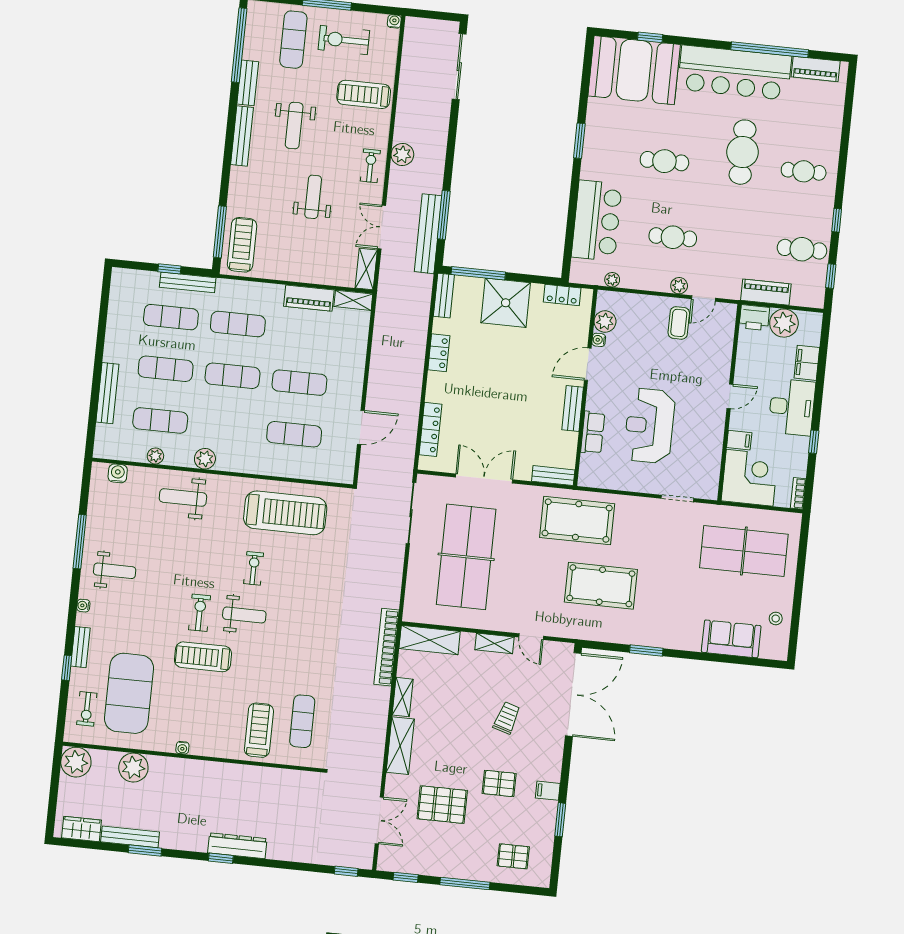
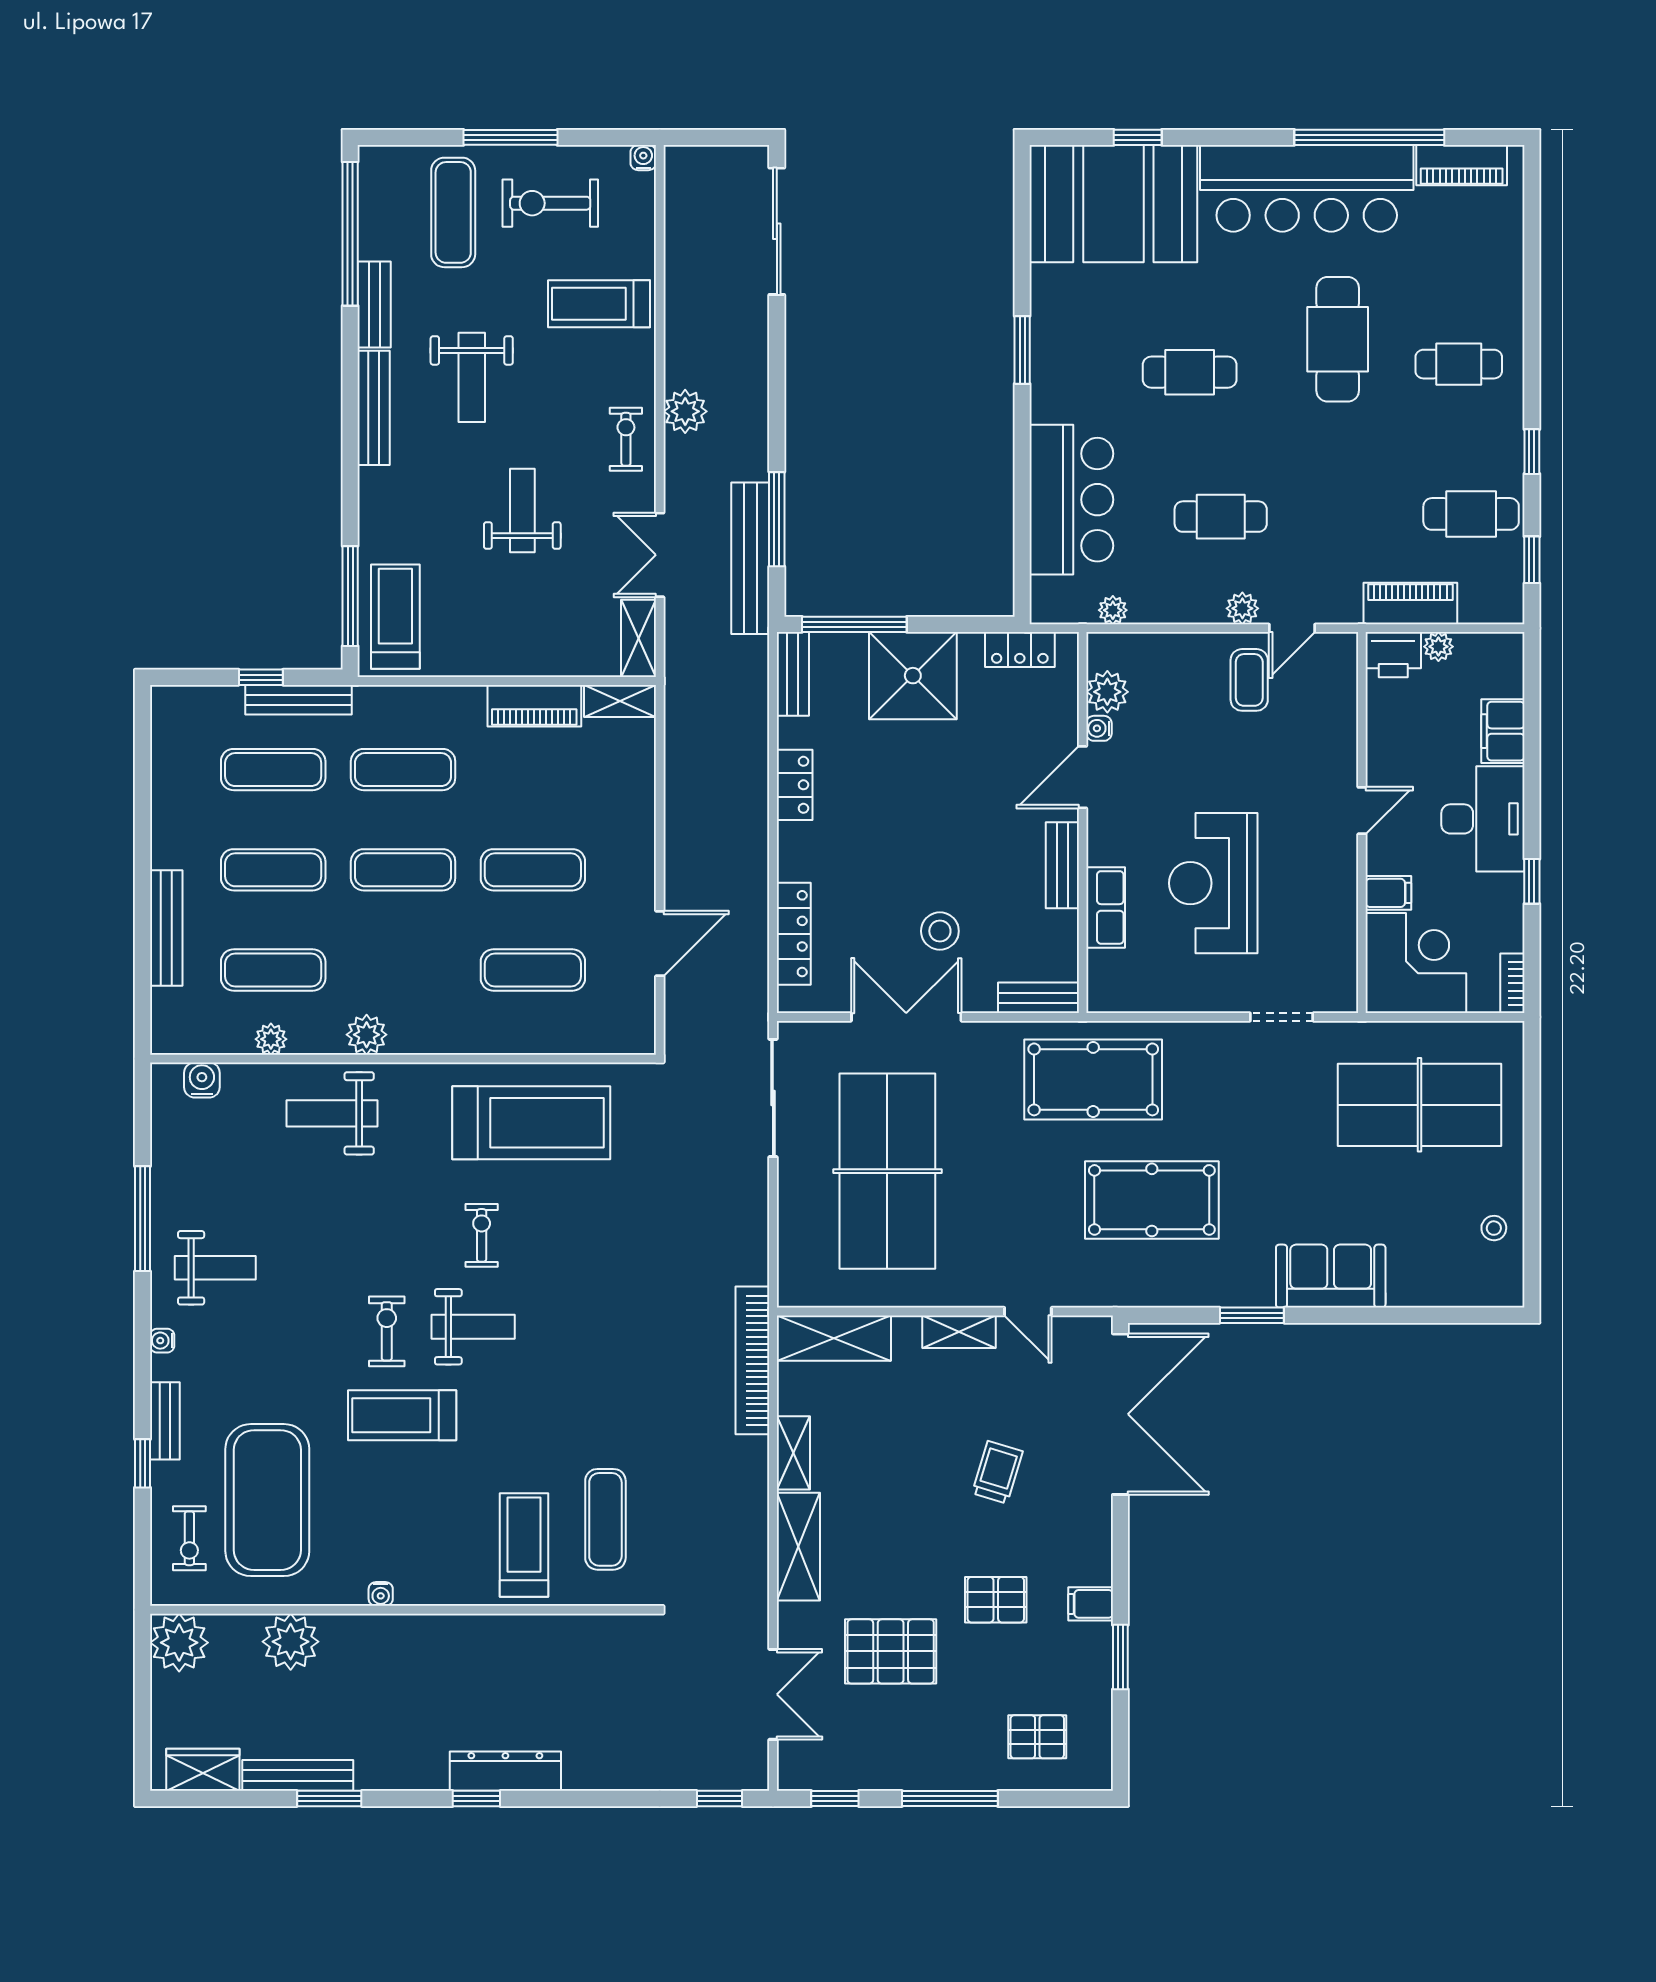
plant: (784, 323) -> (1438, 647), width x0.53, depth x0.53
stool: (506, 436) -> (940, 931), added
sofa: (731, 639) -> (1331, 1276), moved

